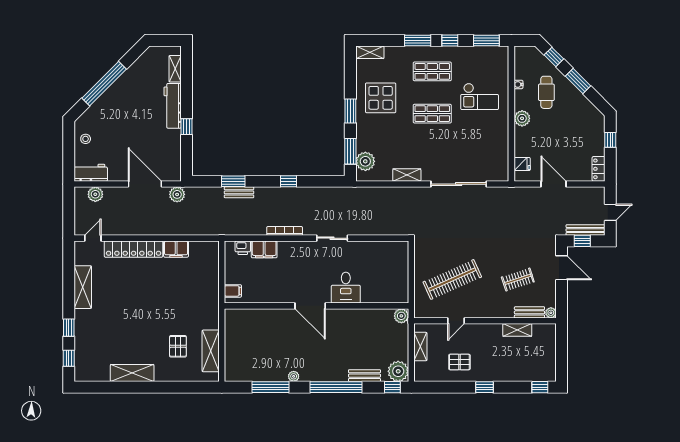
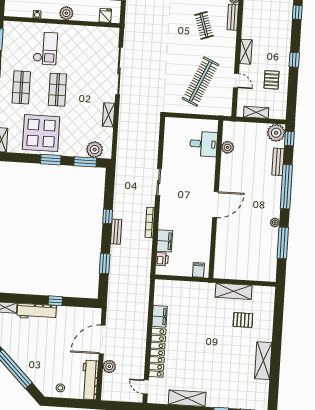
display table: (381, 98) -> (41, 133), width x1.36, depth x1.36
workbench: (91, 173) -> (90, 380), width x1.38
bench: (239, 192) -> (116, 232), moved
plant: (95, 194) -> (109, 366), moved
plant: (177, 194) -> (113, 313), removed
clothes rail: (452, 279) -> (200, 82), turned 48
desk: (346, 288) -> (204, 144), moved
plant: (401, 316) -> (228, 147), moved
shelving: (517, 330) -> (246, 52), moved
shelving: (211, 351) -> (234, 291), moved

